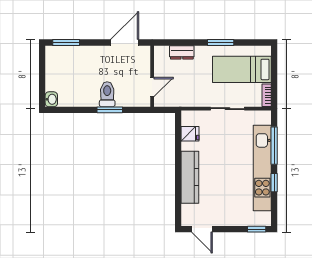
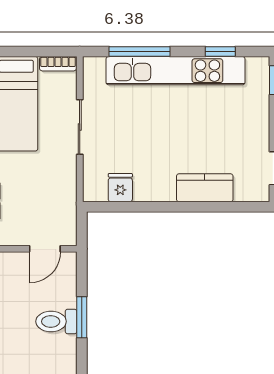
door: (152, 87) -> (45, 249), swing flipped
kitchen counter: (190, 177) -> (205, 188), width x0.67
window: (274, 183) -> (220, 51), moved

